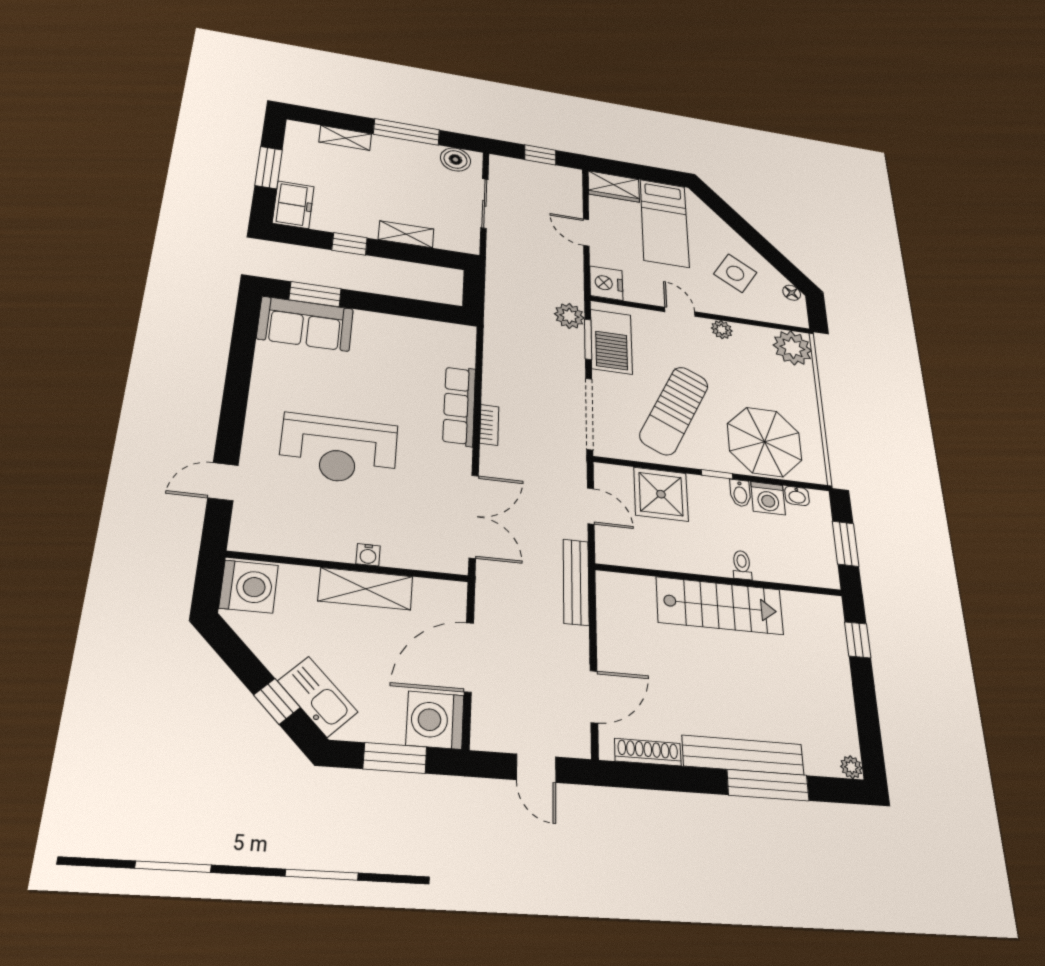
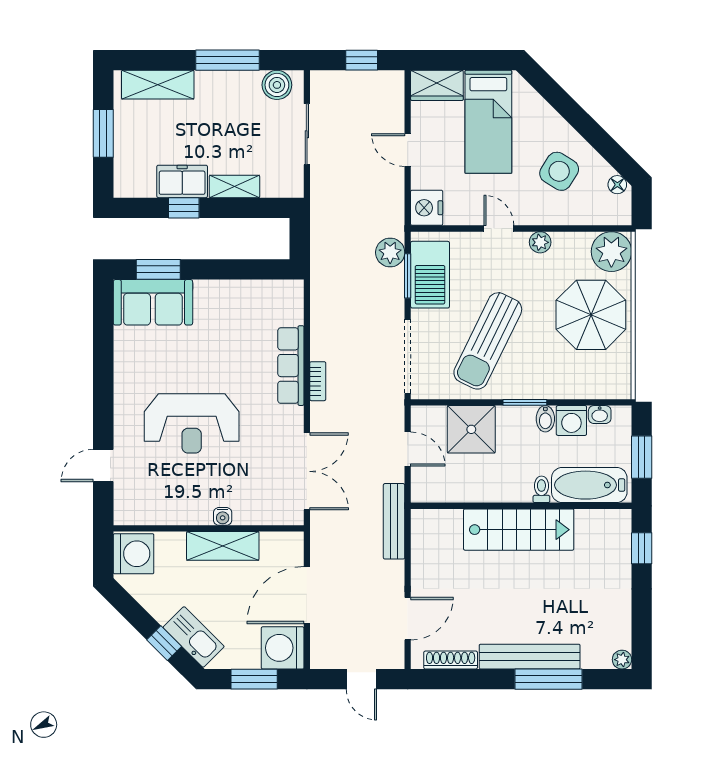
shelving: (345, 138) -> (158, 85), width x1.50, depth x1.33
freezer: (293, 205) -> (182, 181), moved, turned -90
parasol: (765, 442) -> (591, 315), moved
window: (717, 474) -> (525, 402), width x1.50
bathtub: (793, 566) -> (589, 485), added

